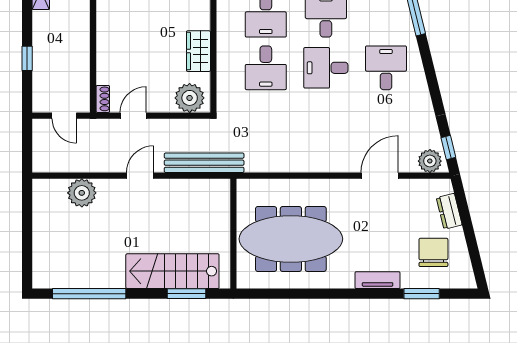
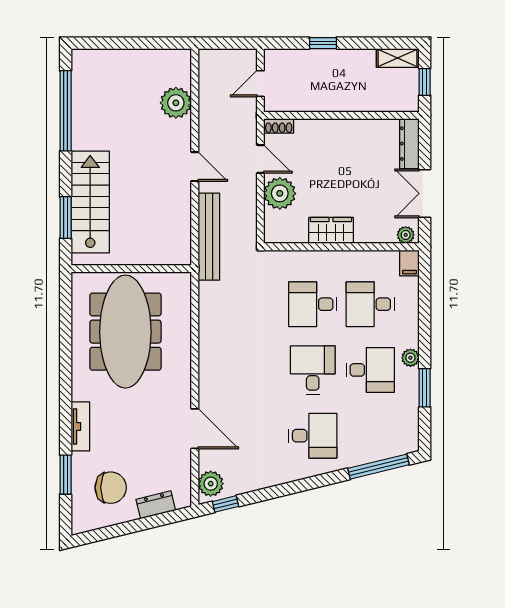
plant: (190, 98) -> (280, 193), moved

